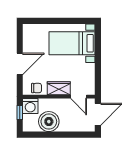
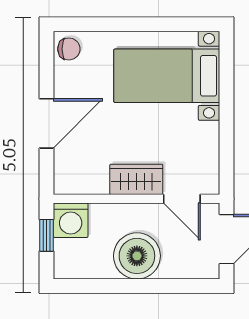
chair: (37, 88) -> (69, 49), moved
boiler: (49, 122) -> (137, 256), moved

